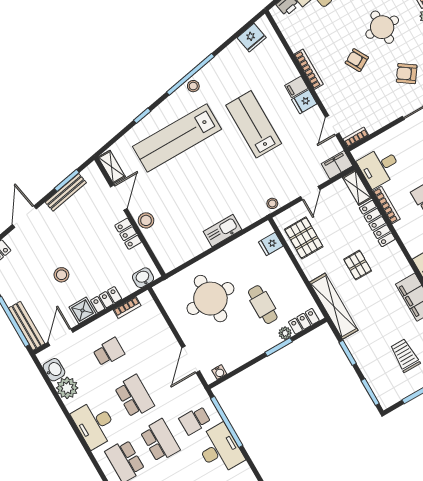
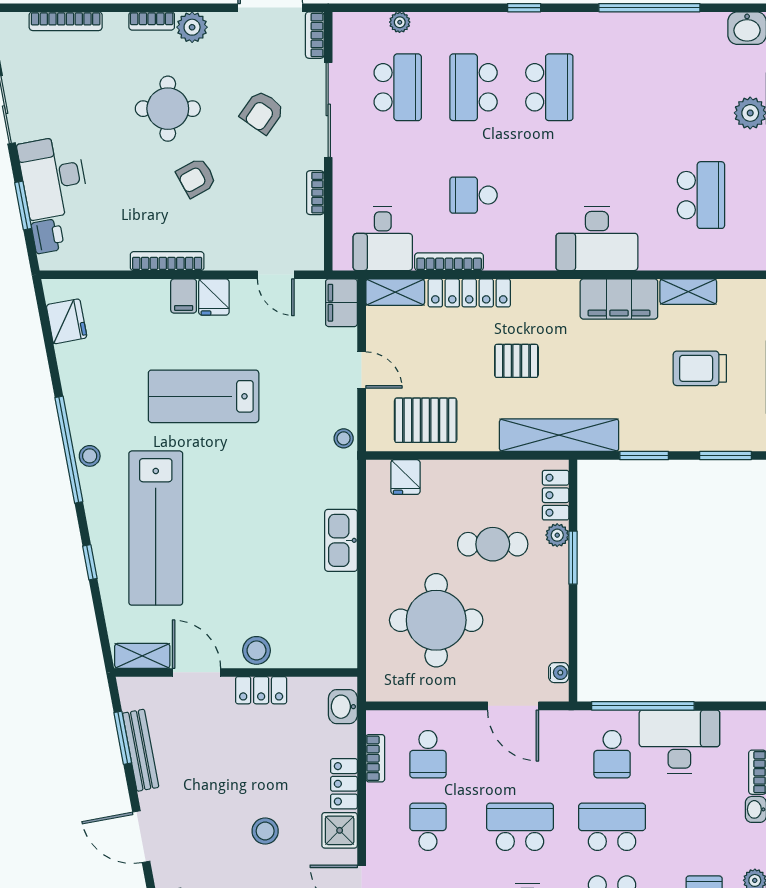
bookcase: (356, 137) -> (315, 193), moved
school desk: (144, 332) -> (428, 754), added

